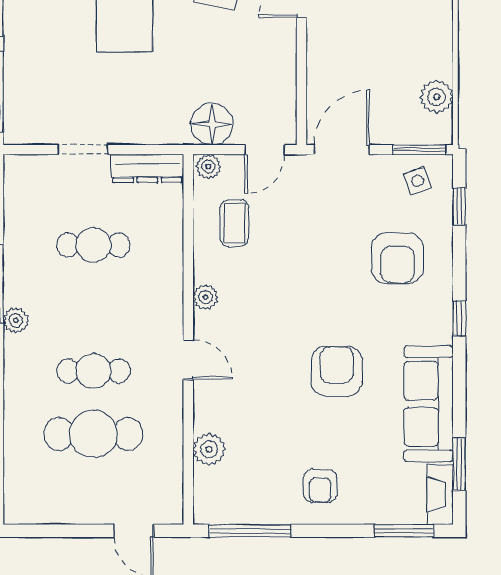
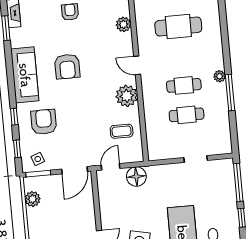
plant: (208, 167) -> (136, 157), removed
dresser: (147, 168) -> (165, 153), removed
coffee table: (234, 223) -> (122, 131), turned 90
plant: (206, 297) -> (127, 96), width x1.87, depth x1.87
window: (459, 318) -> (14, 117), moved
cafe table: (93, 371) -> (184, 85), moved
sofa: (428, 404) -> (25, 75), moved

